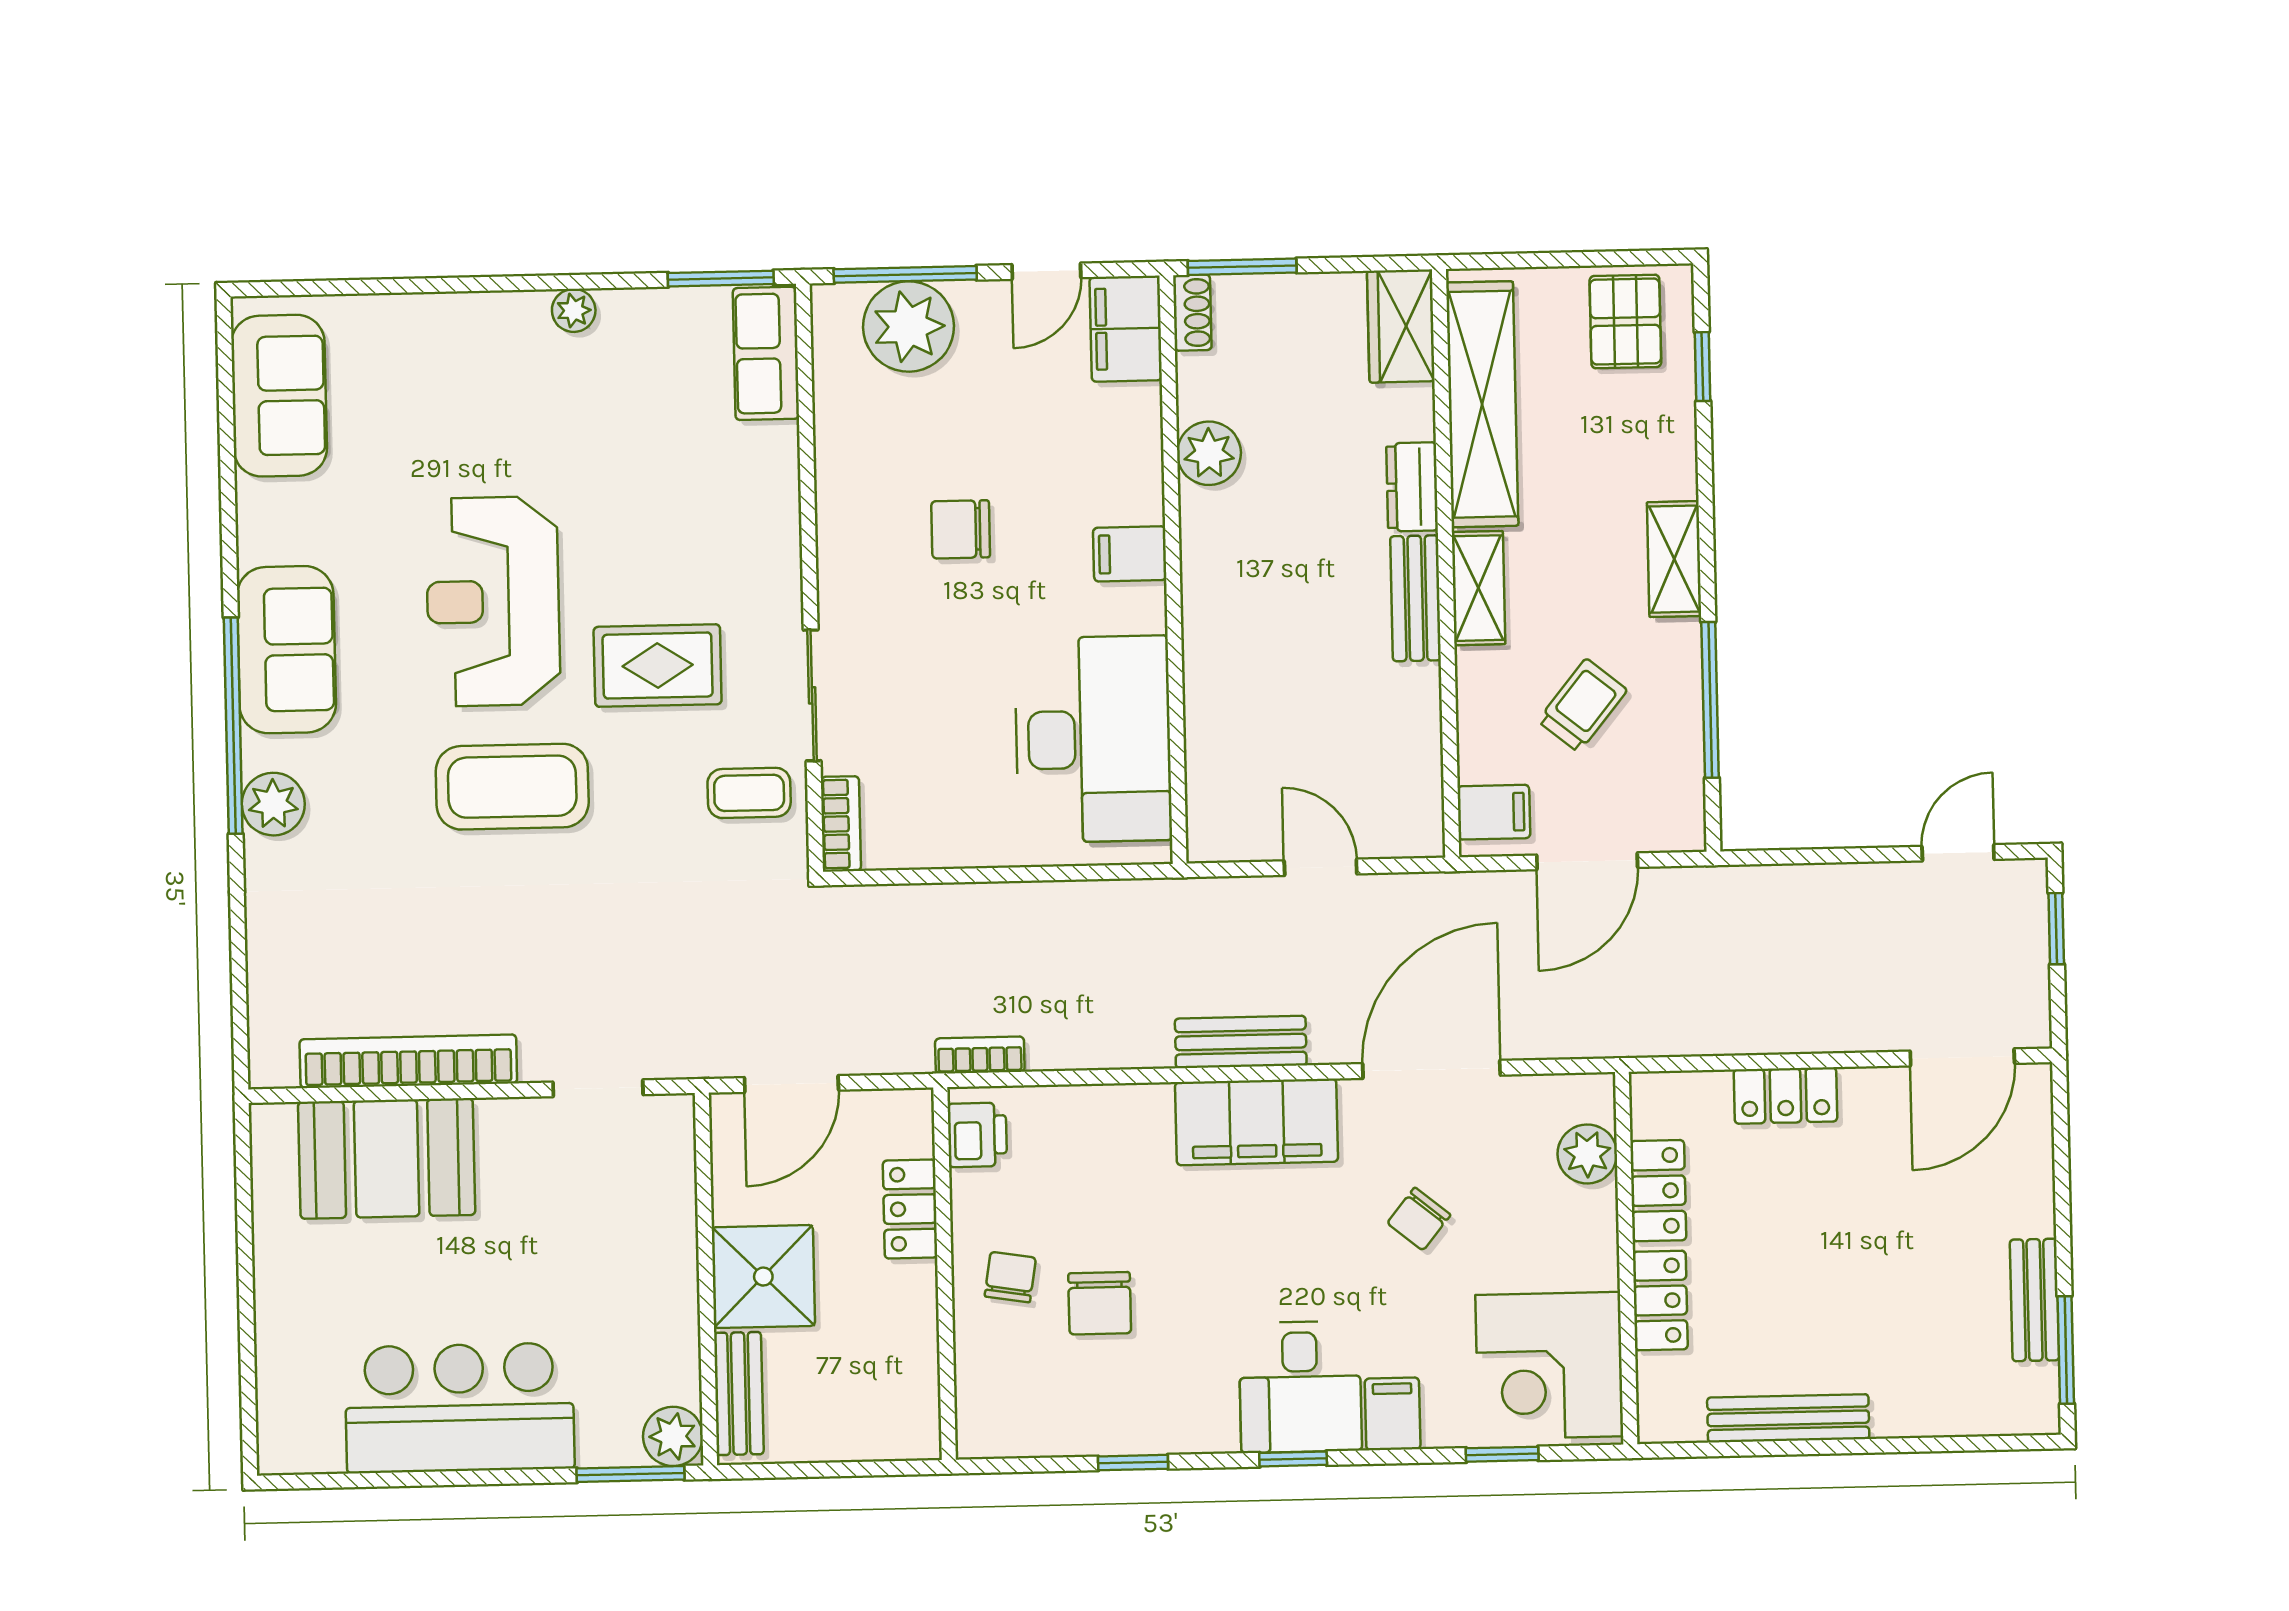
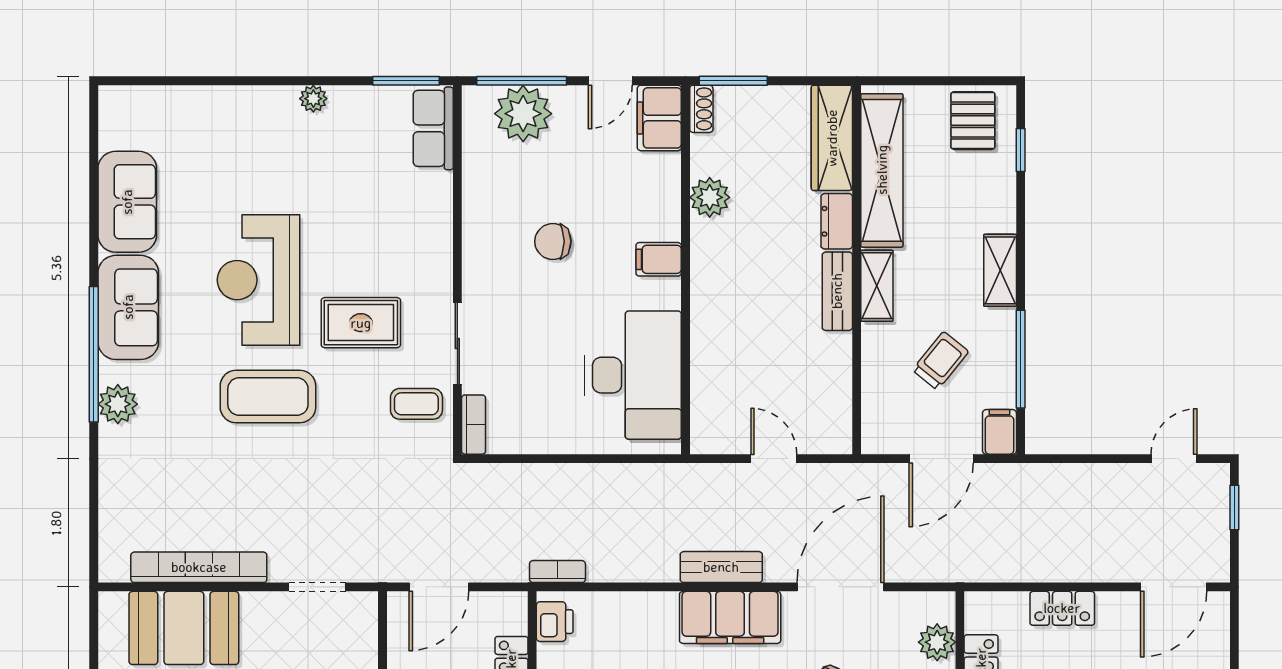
wardrobe: (1401, 326) -> (832, 138), width x1.50
sofa: (279, 396) -> (127, 202), moved
filing cabinet: (1494, 812) -> (999, 432), moved, turned -90

